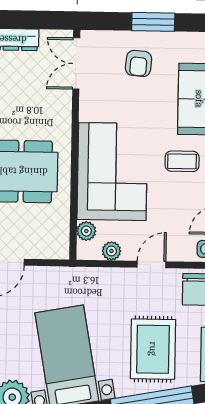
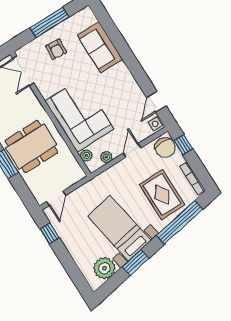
window: (153, 22) -> (49, 22), width x1.44
coffee table: (182, 161) -> (113, 86), removed

